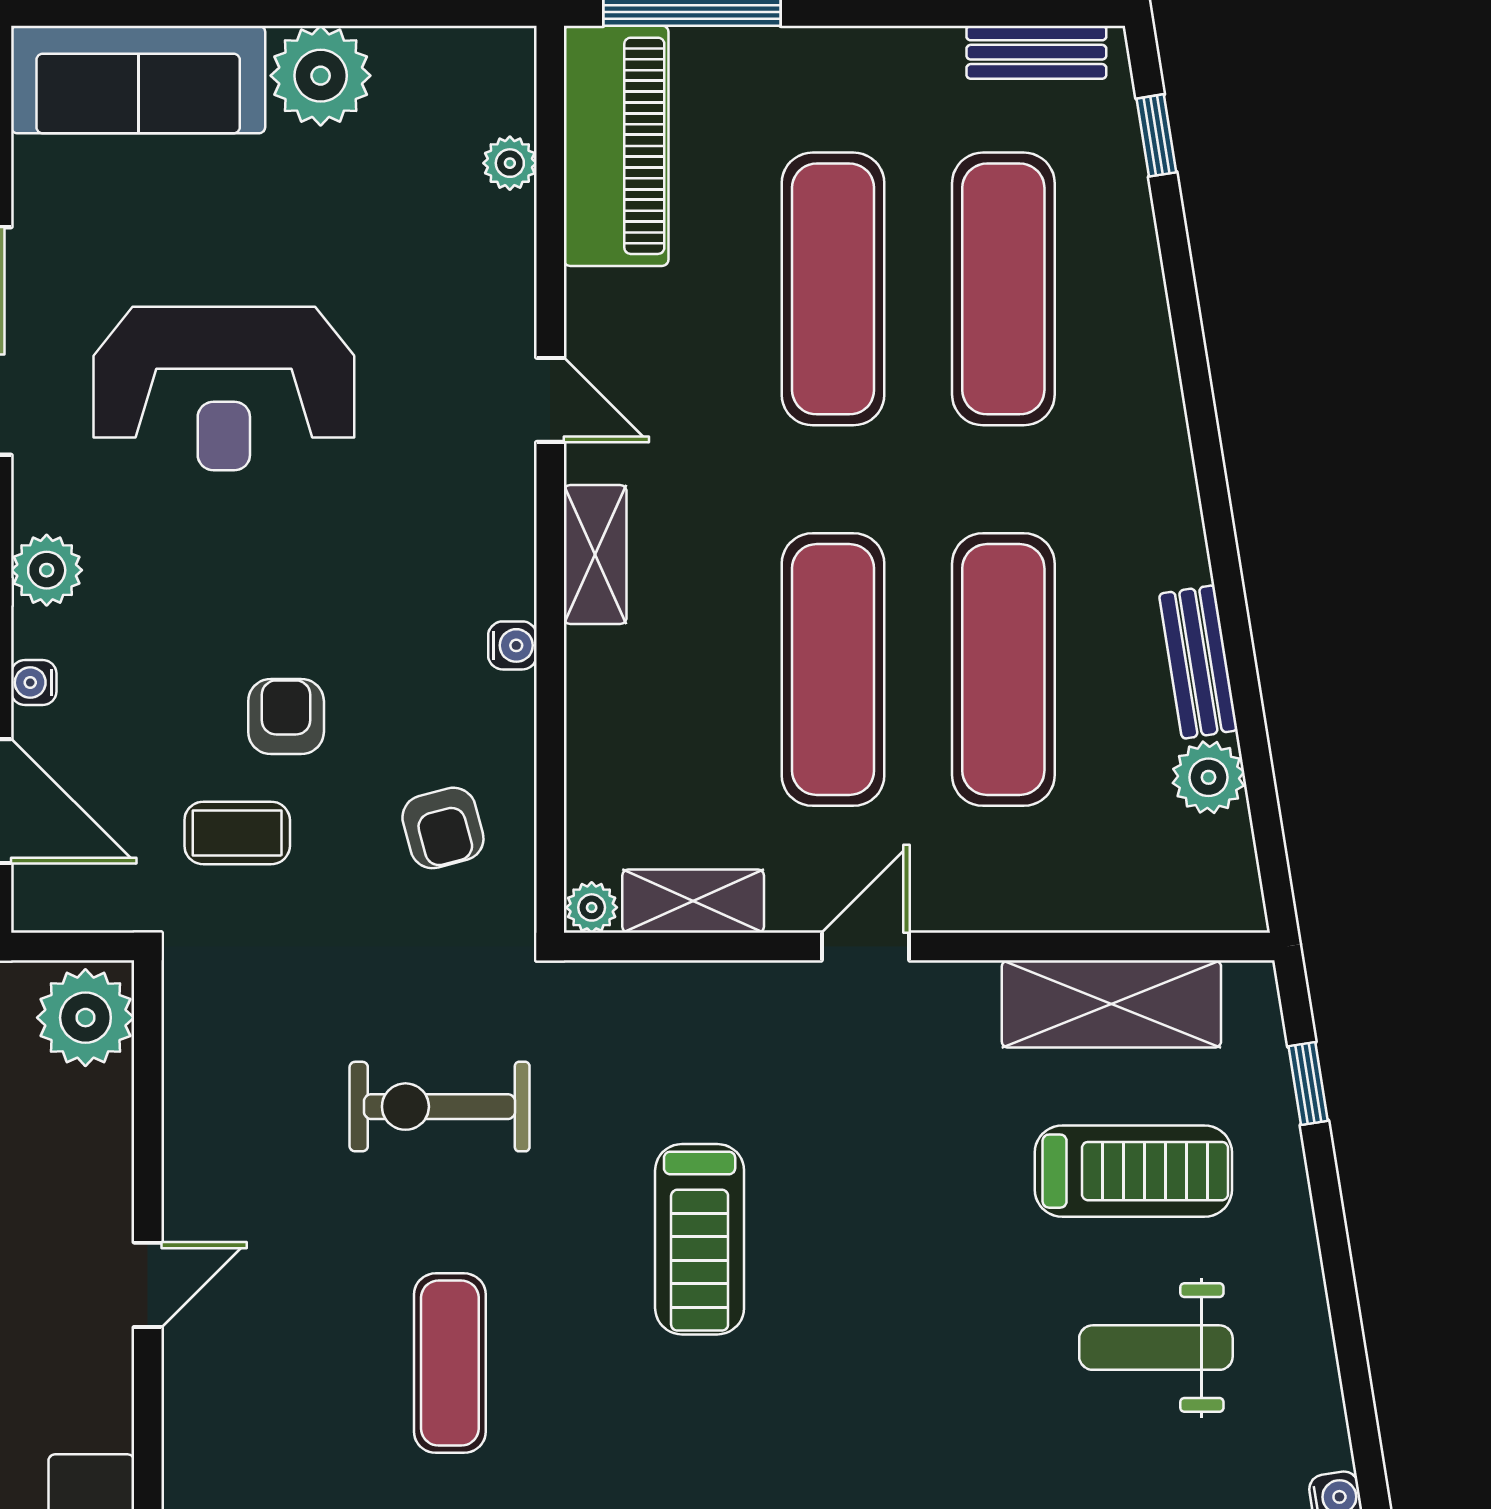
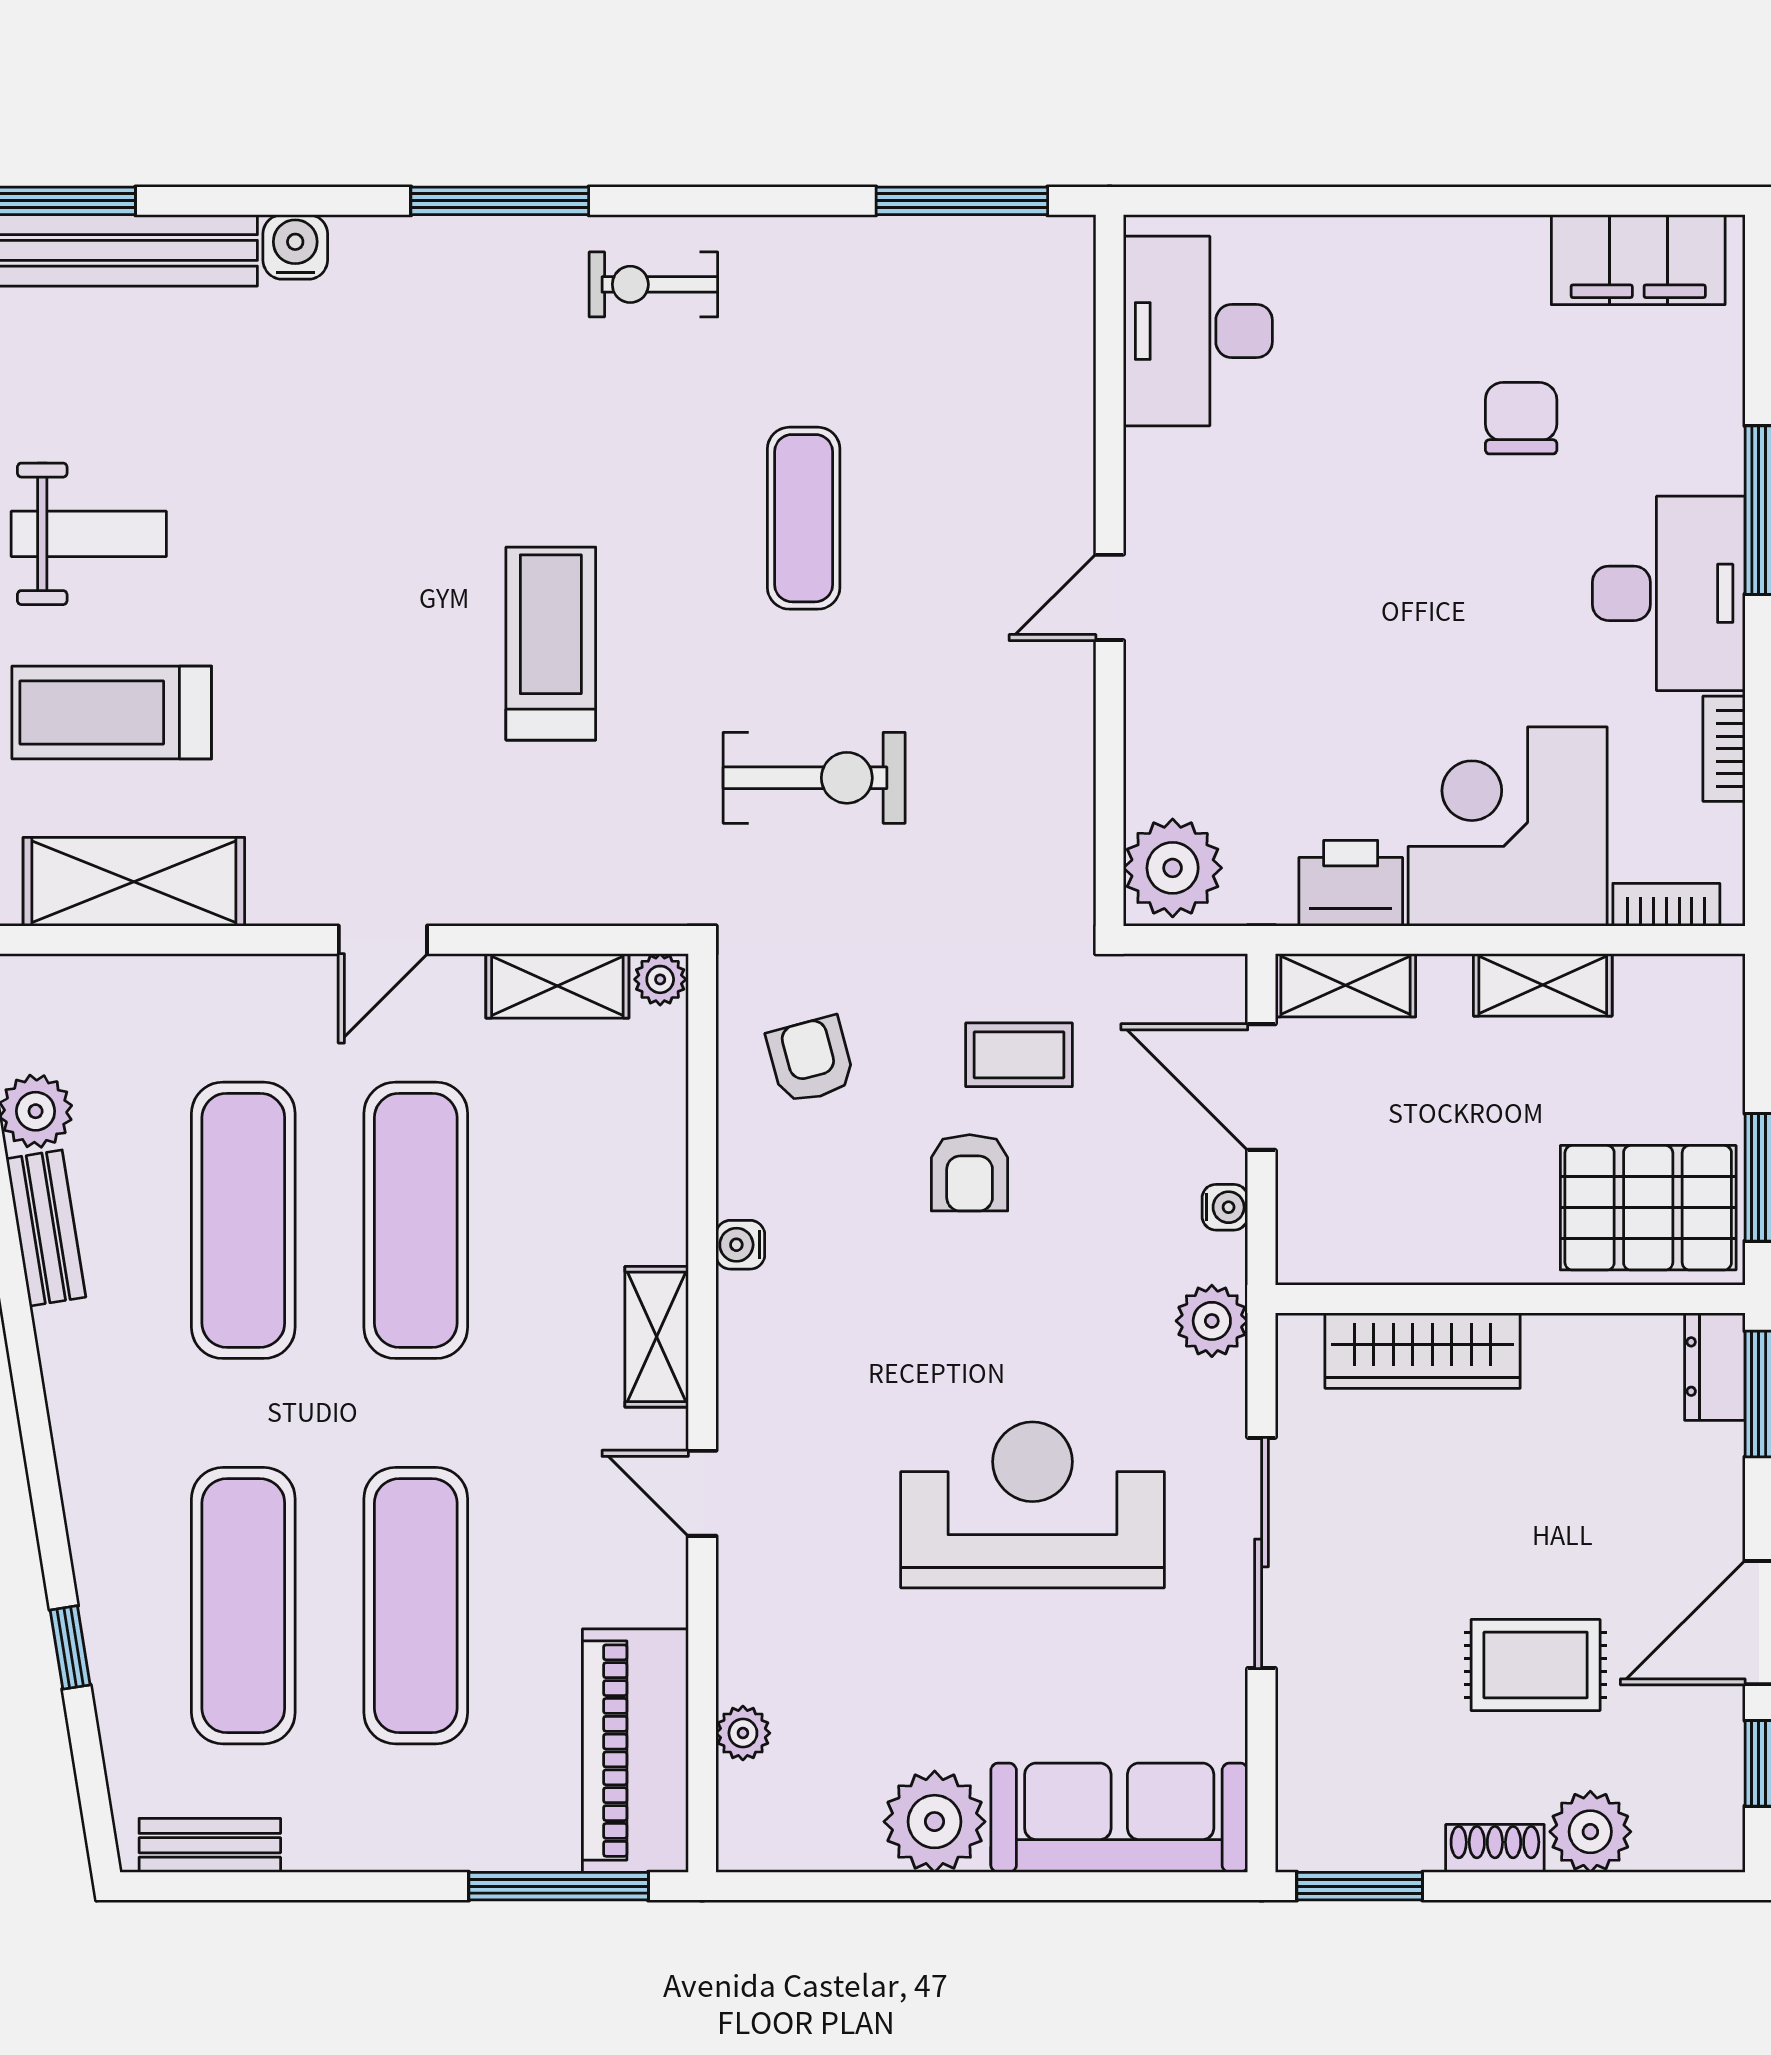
window: (1156, 135) -> (70, 1647), moved

